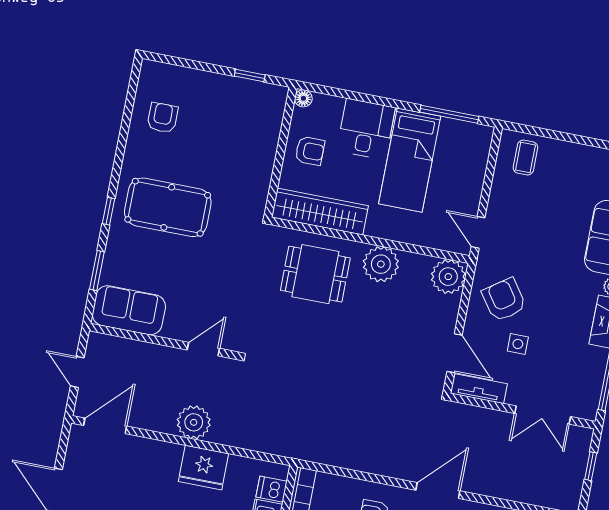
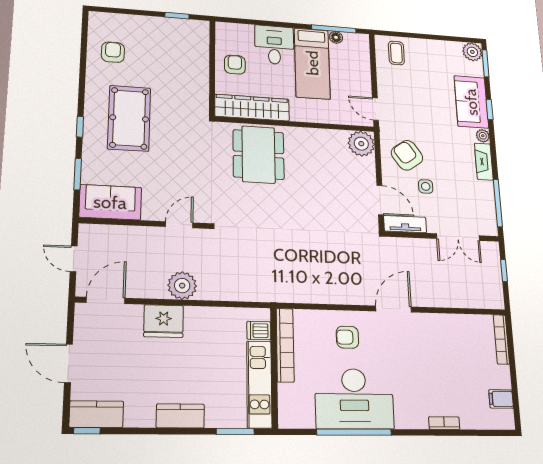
floor lamp: (303, 98) -> (336, 37), moved
armchair: (310, 151) -> (235, 65), turned -90
pool table: (168, 207) -> (129, 118), turned 90
plant: (381, 264) -> (308, 141), removed
dining table: (315, 274) -> (259, 155), width x1.38
fridge: (204, 468) -> (164, 321), moved

